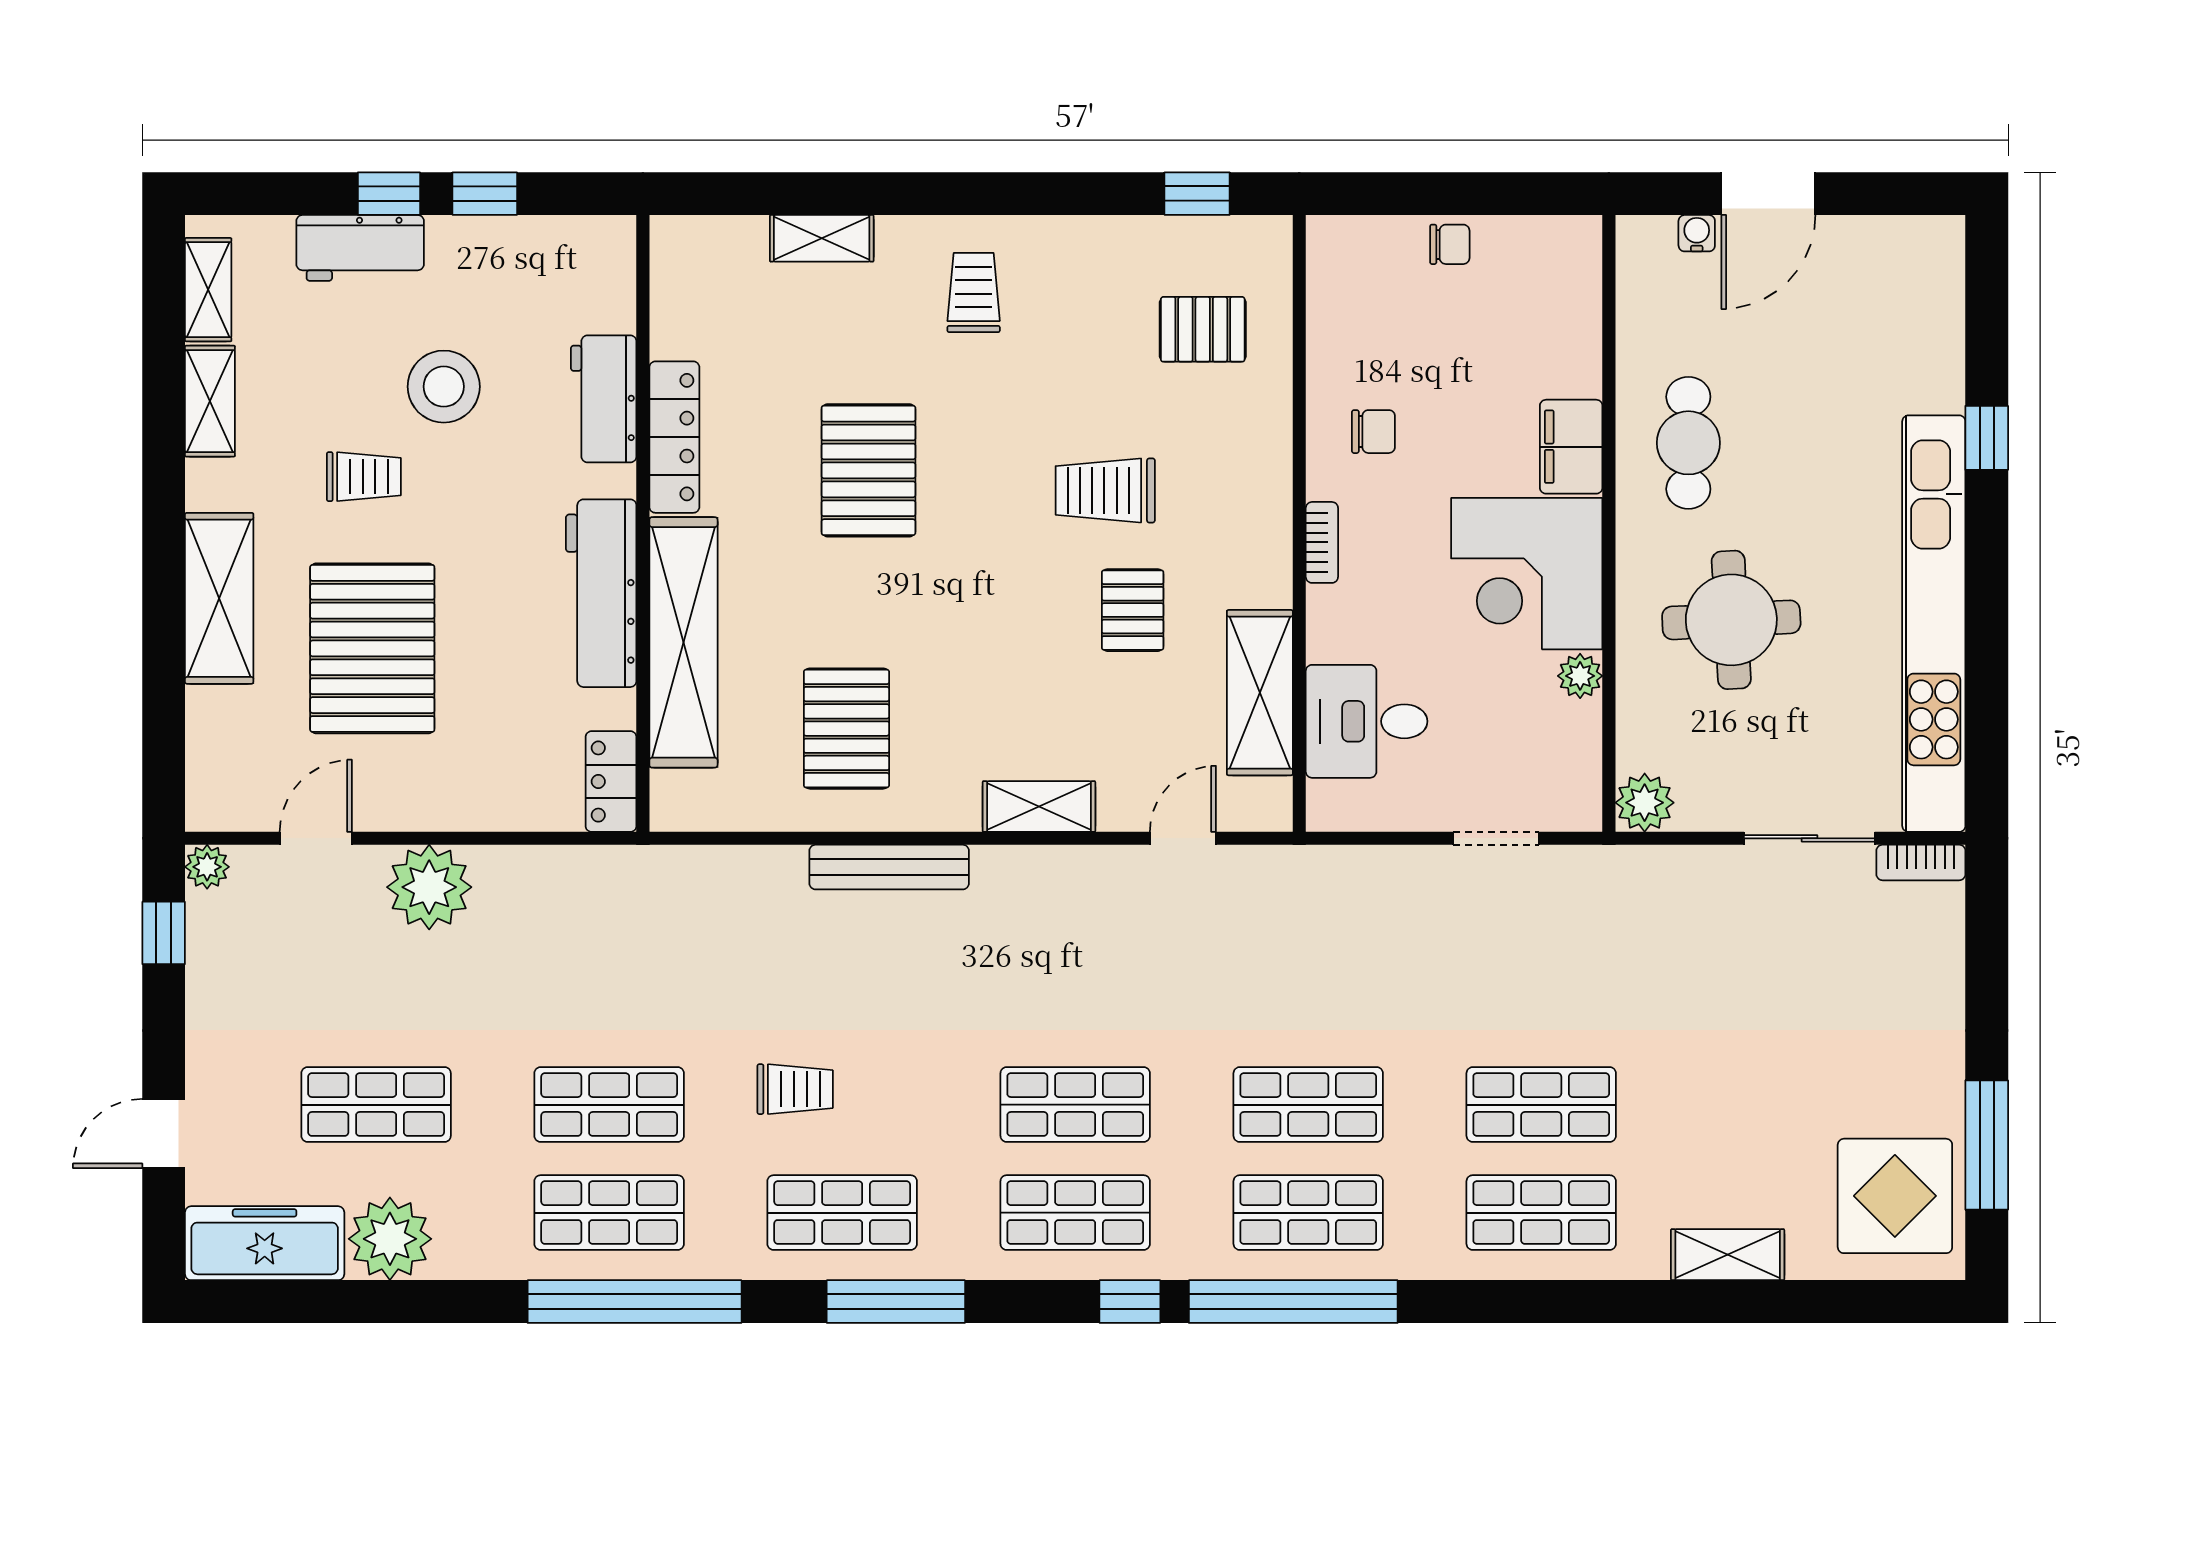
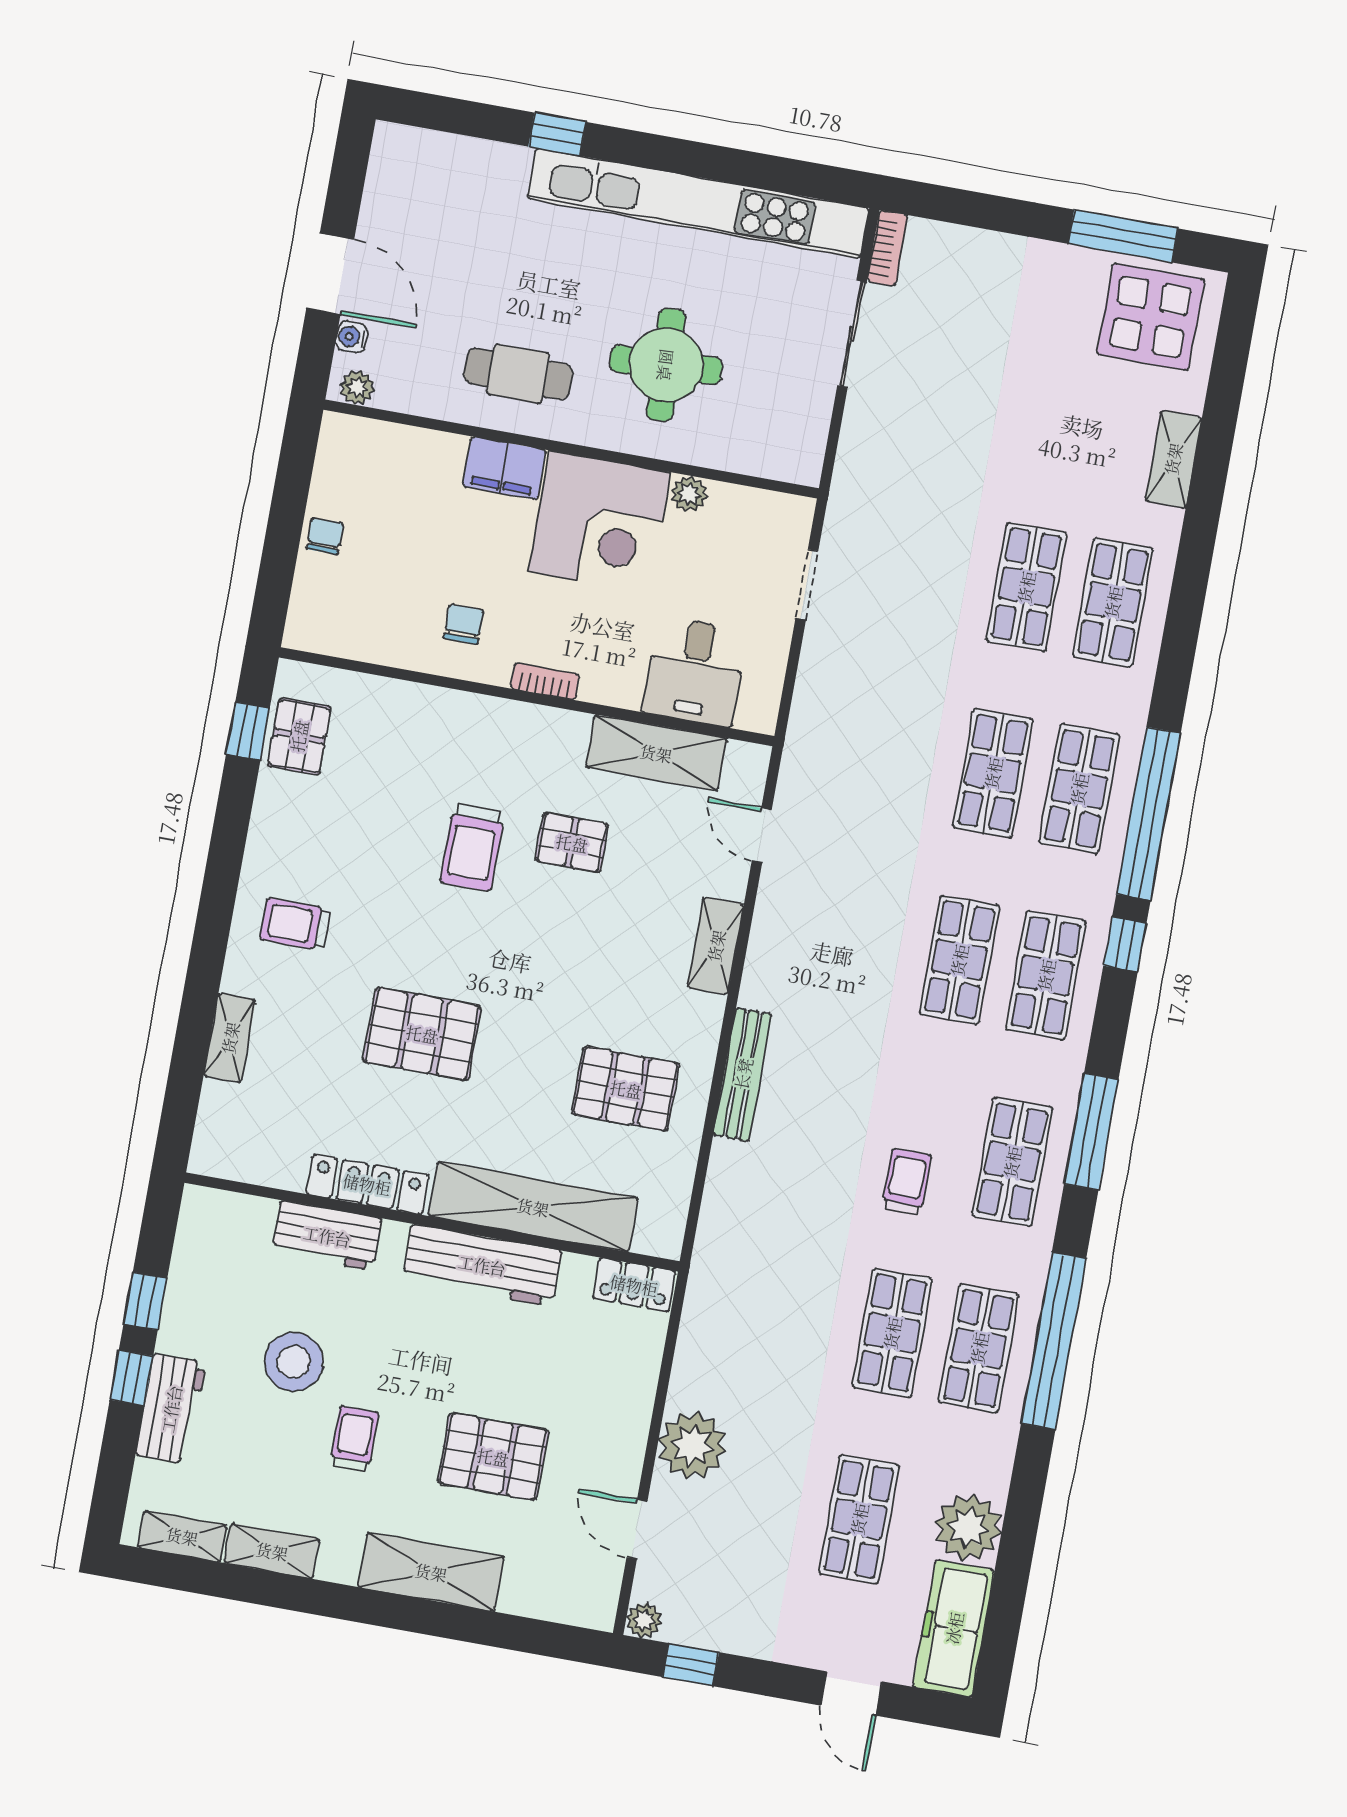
pallet: (1203, 329) -> (299, 736), moved
pallet: (372, 648) -> (493, 1457), width x0.73, depth x0.71
plant: (1645, 803) -> (357, 388), moved, width x0.73, depth x0.73

